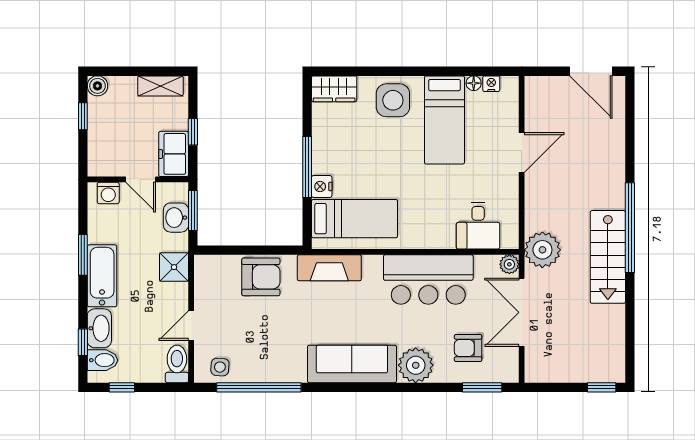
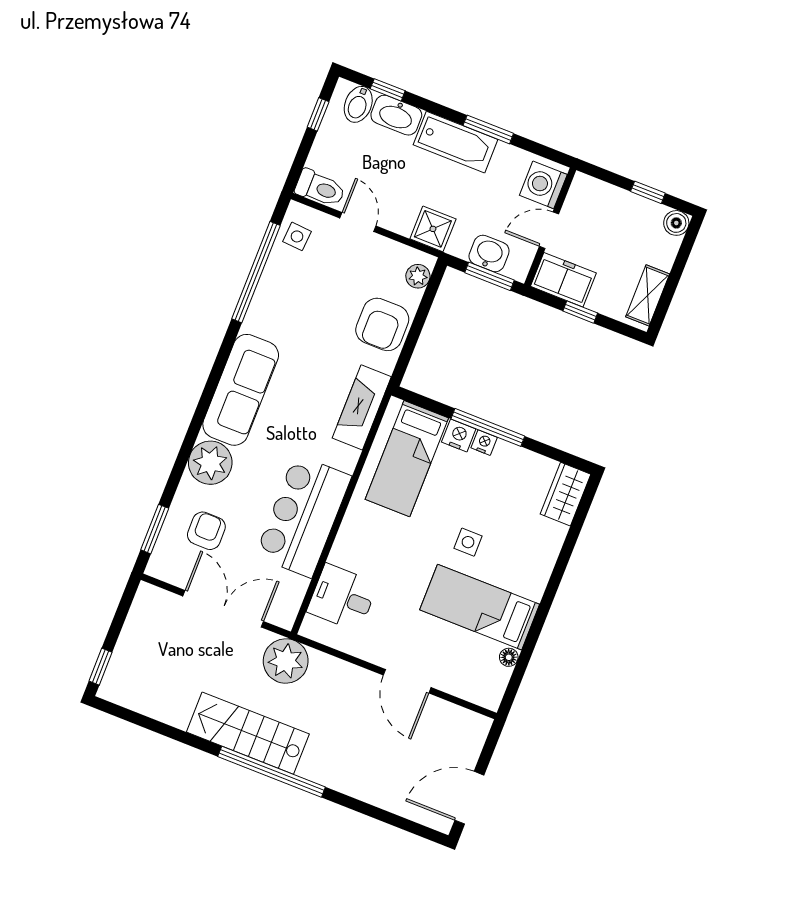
nightstand: (491, 84) -> (484, 443), moved, turned -90
side table: (393, 100) -> (468, 542), moved, width x0.54, depth x0.54
washing machine: (108, 193) -> (543, 185), width x1.38, depth x1.38
plant: (509, 264) -> (418, 276), moved

